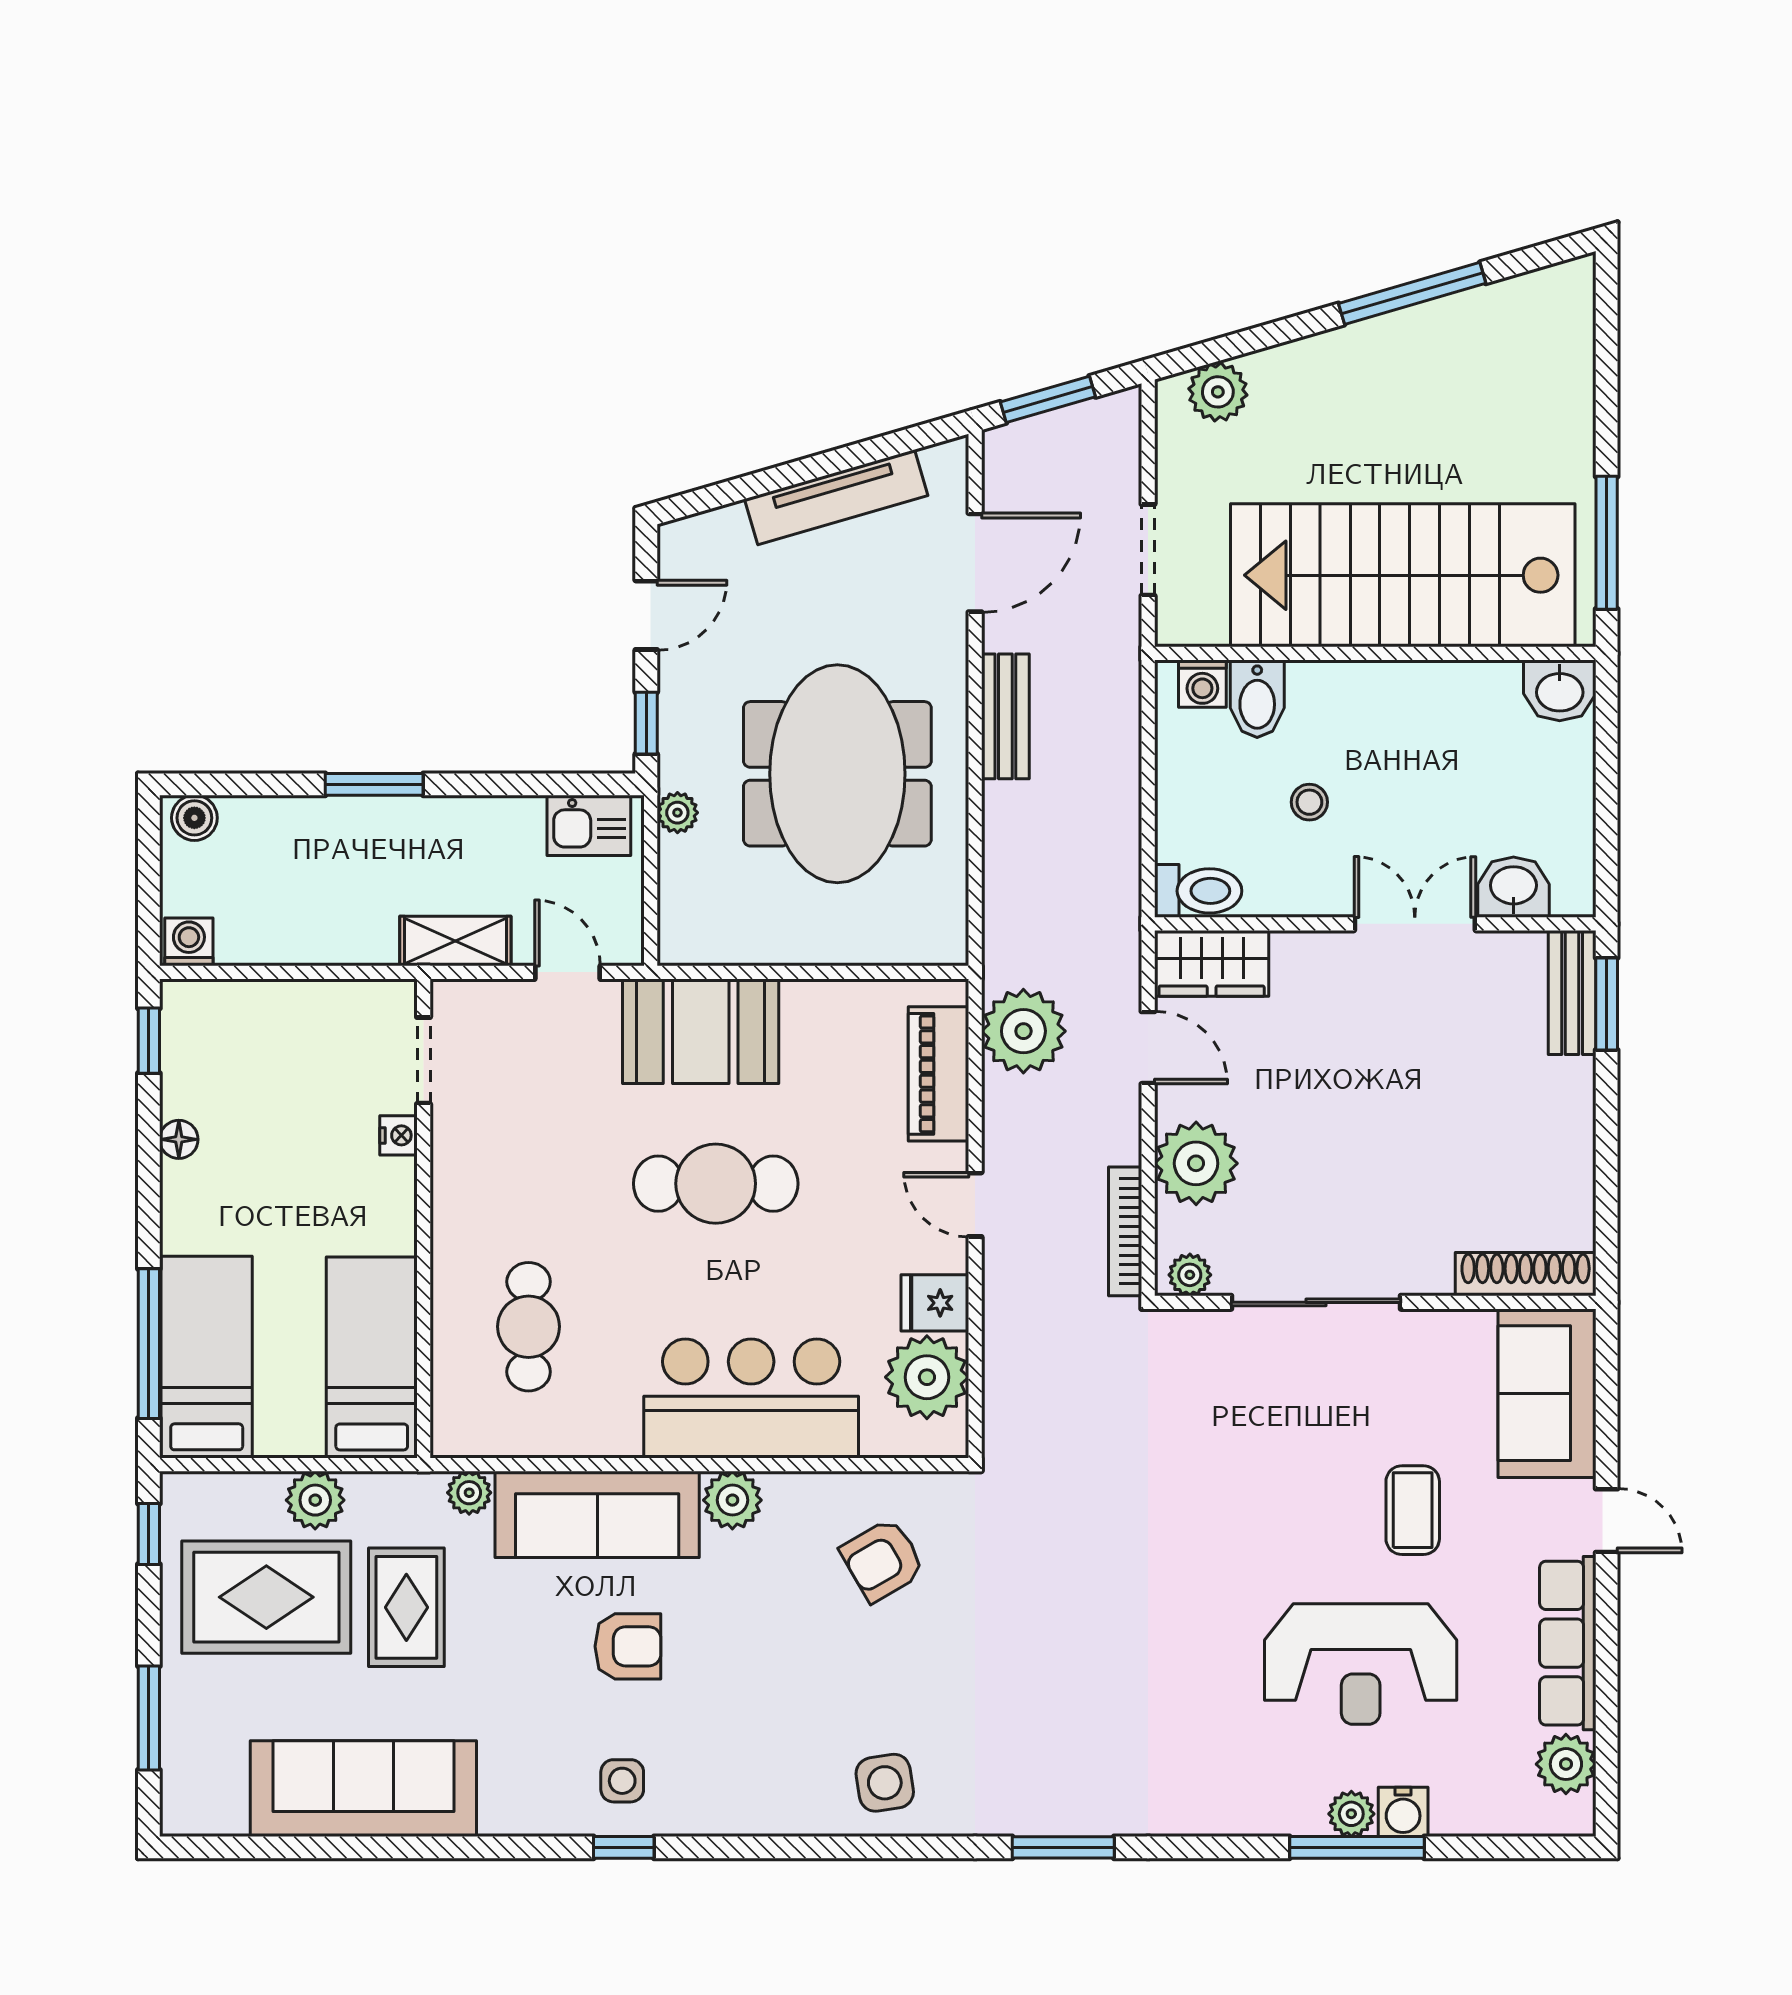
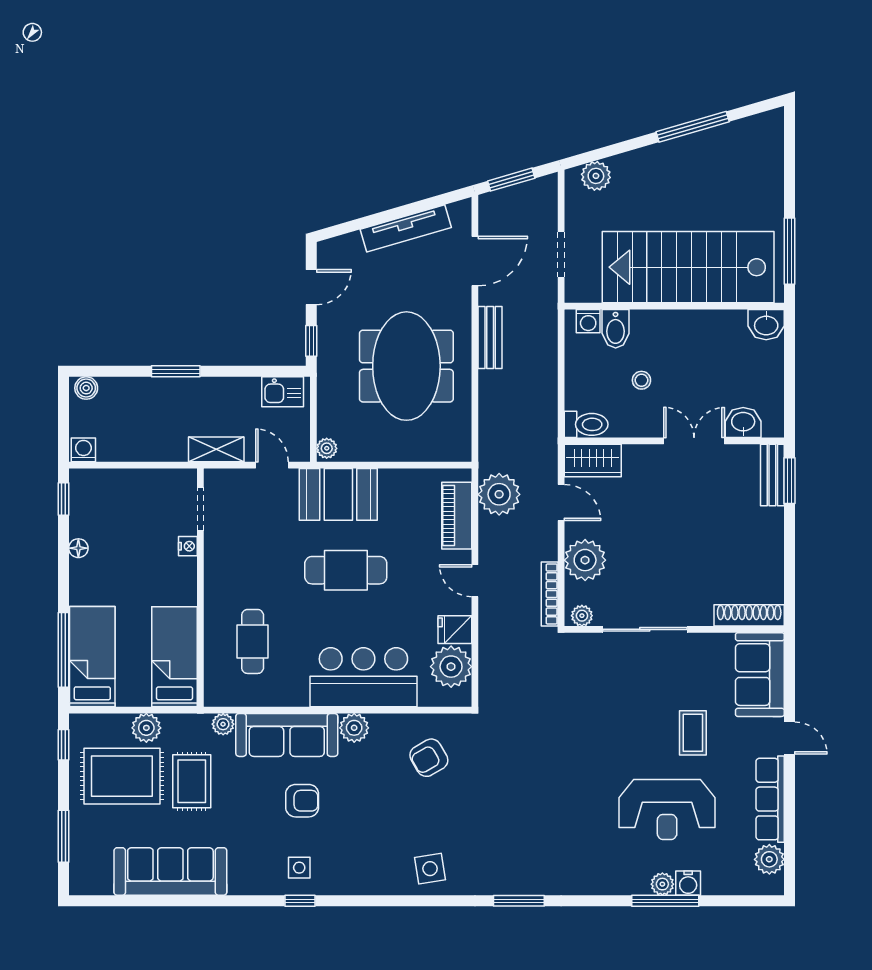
plant: (677, 813) -> (327, 448), moved

